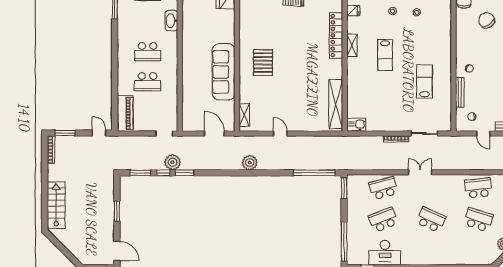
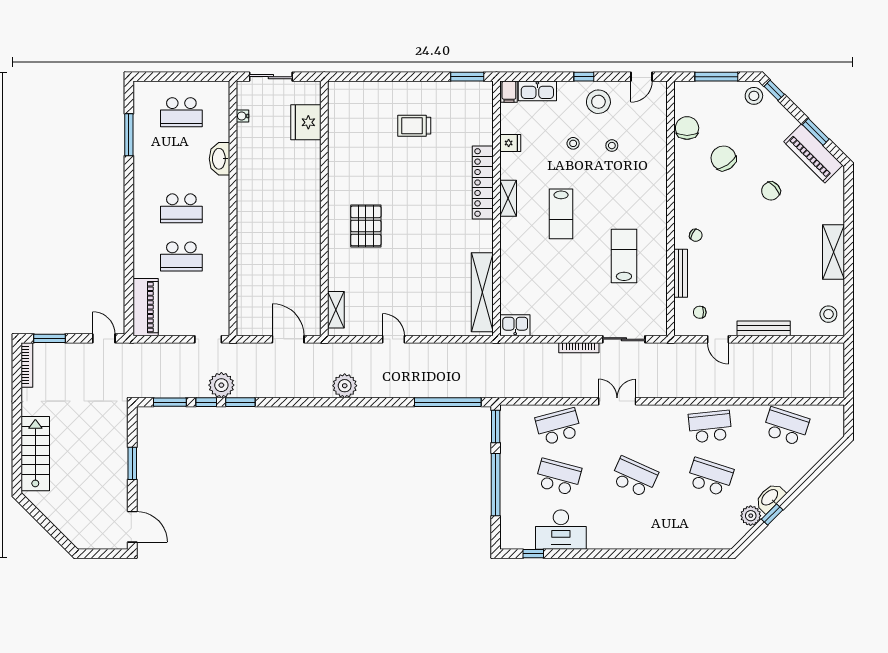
sofa: (224, 72) -> (303, 241), removed
school desk: (383, 220) -> (558, 477), turned 36
window: (344, 242) -> (496, 485), moved

